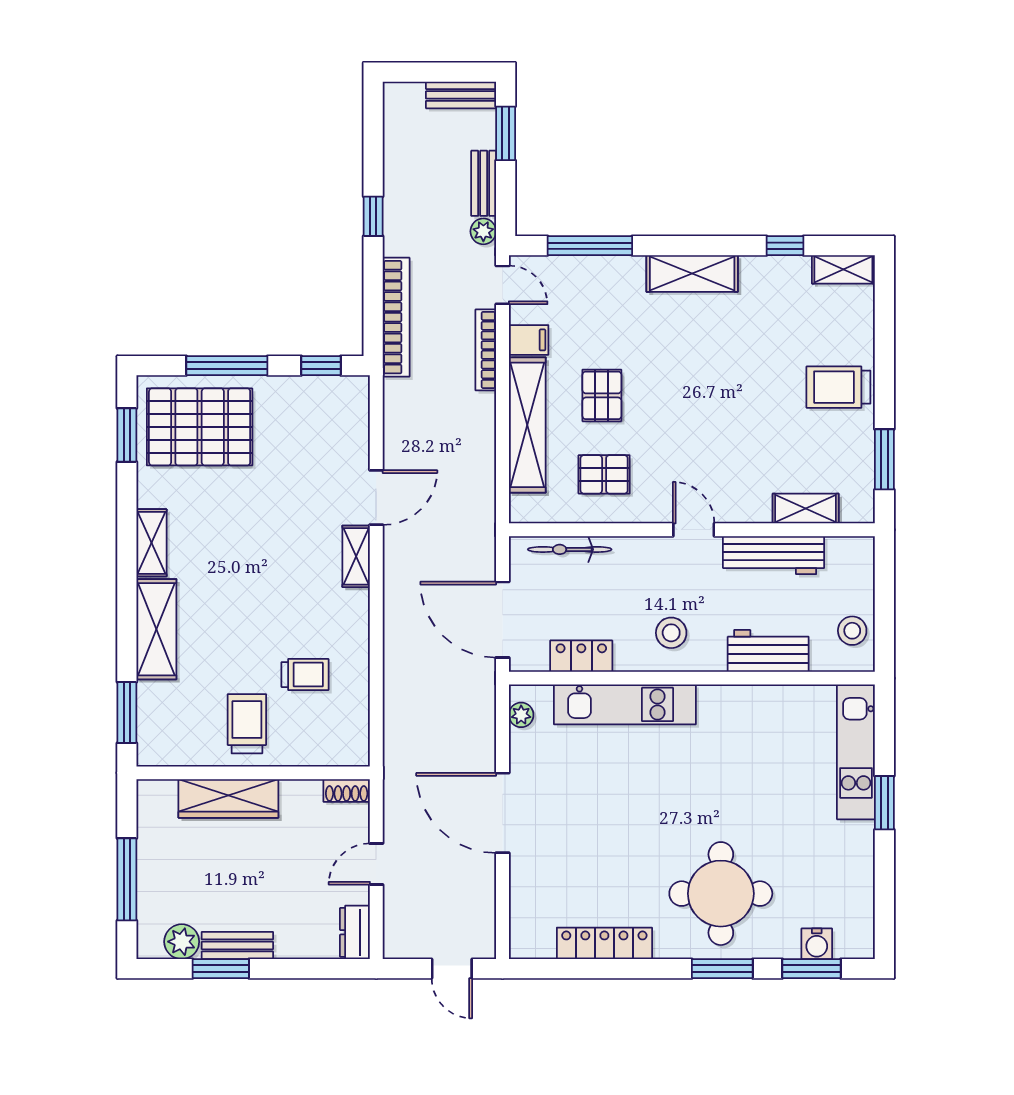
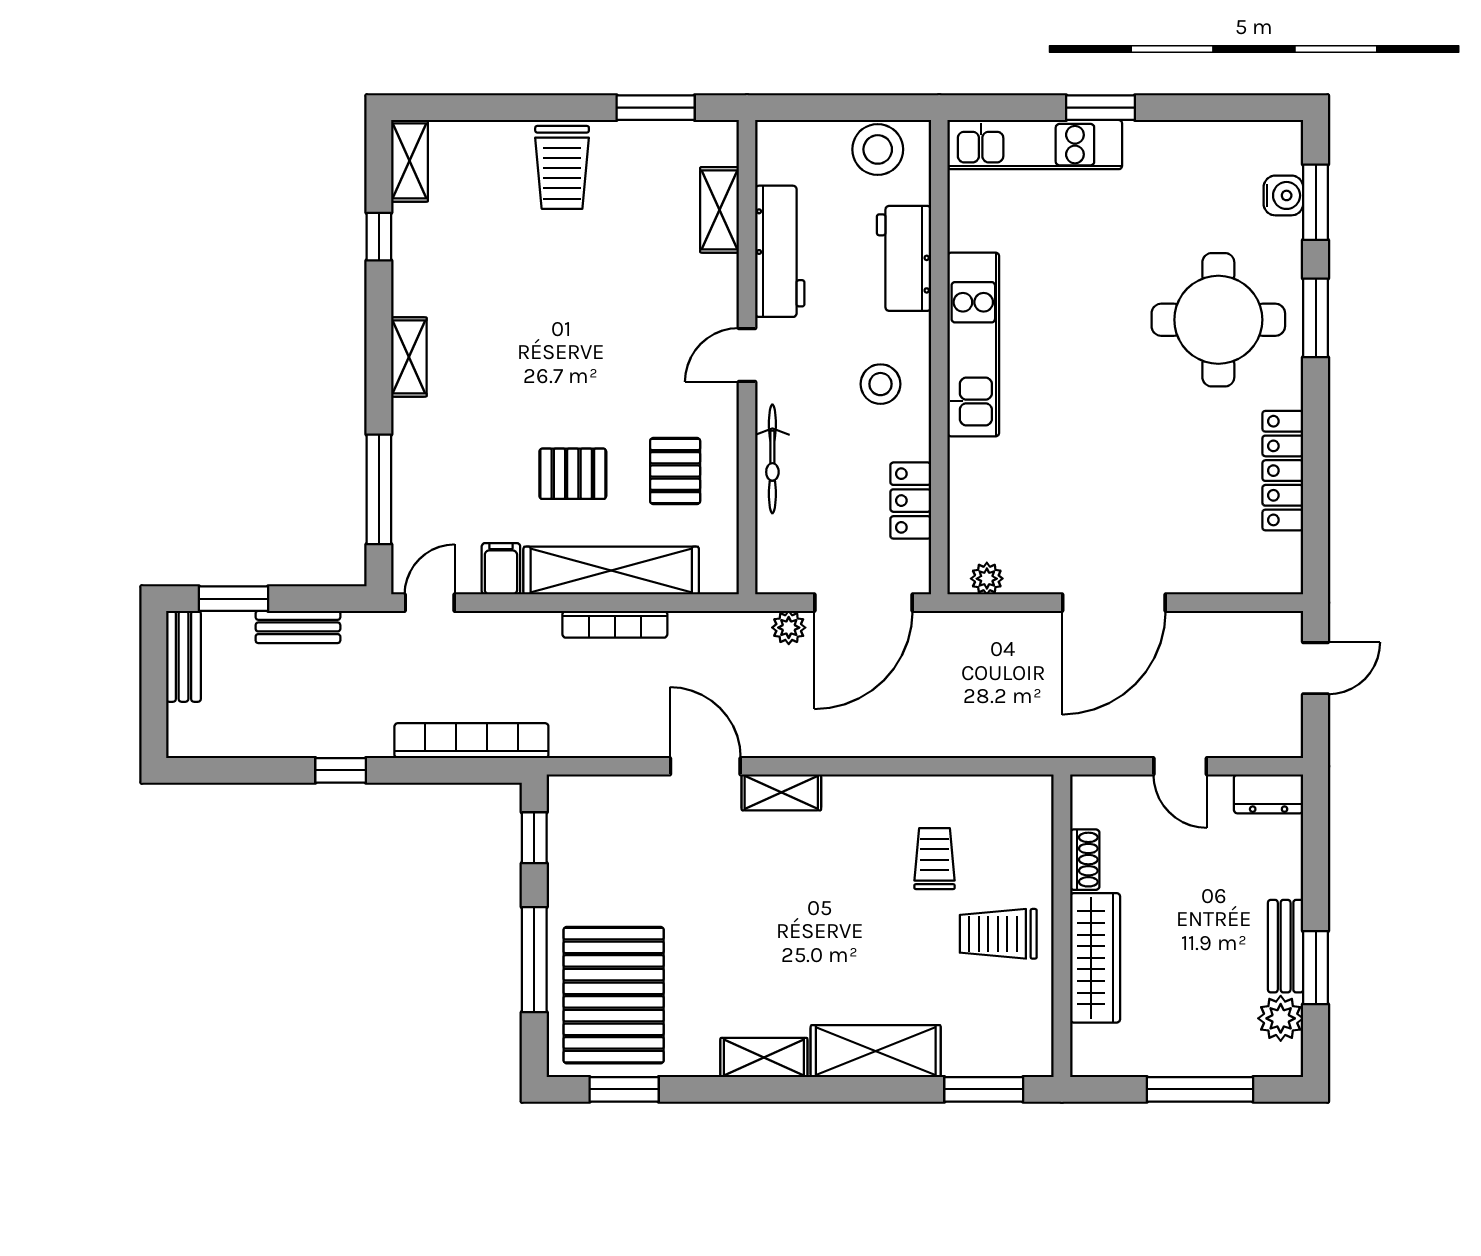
plant: (483, 231) -> (789, 628), moved
shelving: (692, 274) -> (409, 357), width x0.67, depth x0.75
bookcase: (486, 350) -> (615, 624), moved
bicycle: (570, 549) -> (772, 459), moved
stool: (852, 631) -> (878, 149), width x1.38, depth x1.38
kitchen unit: (625, 704) -> (973, 344), moved
shoe rack: (347, 790) -> (1085, 860), moved

